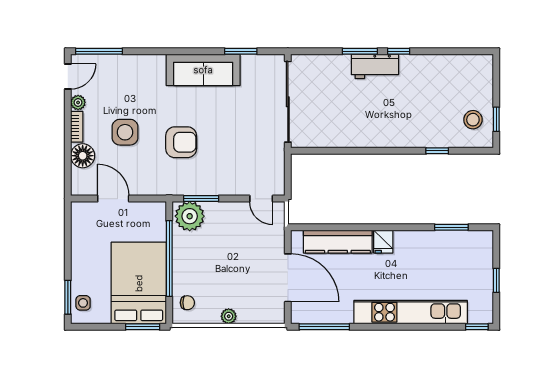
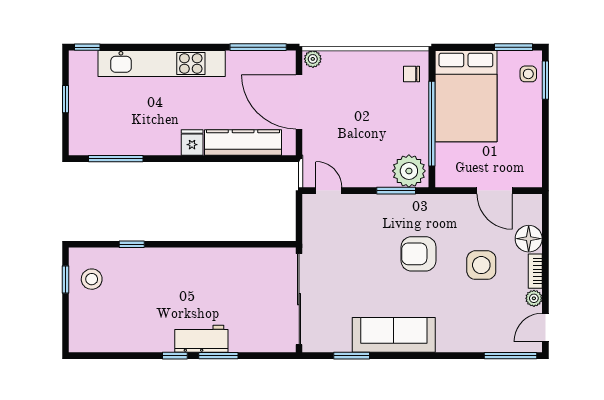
window: (451, 227) -> (116, 159), width x1.44
plant: (229, 316) -> (313, 59), moved
window: (143, 327) -> (514, 47), moved

